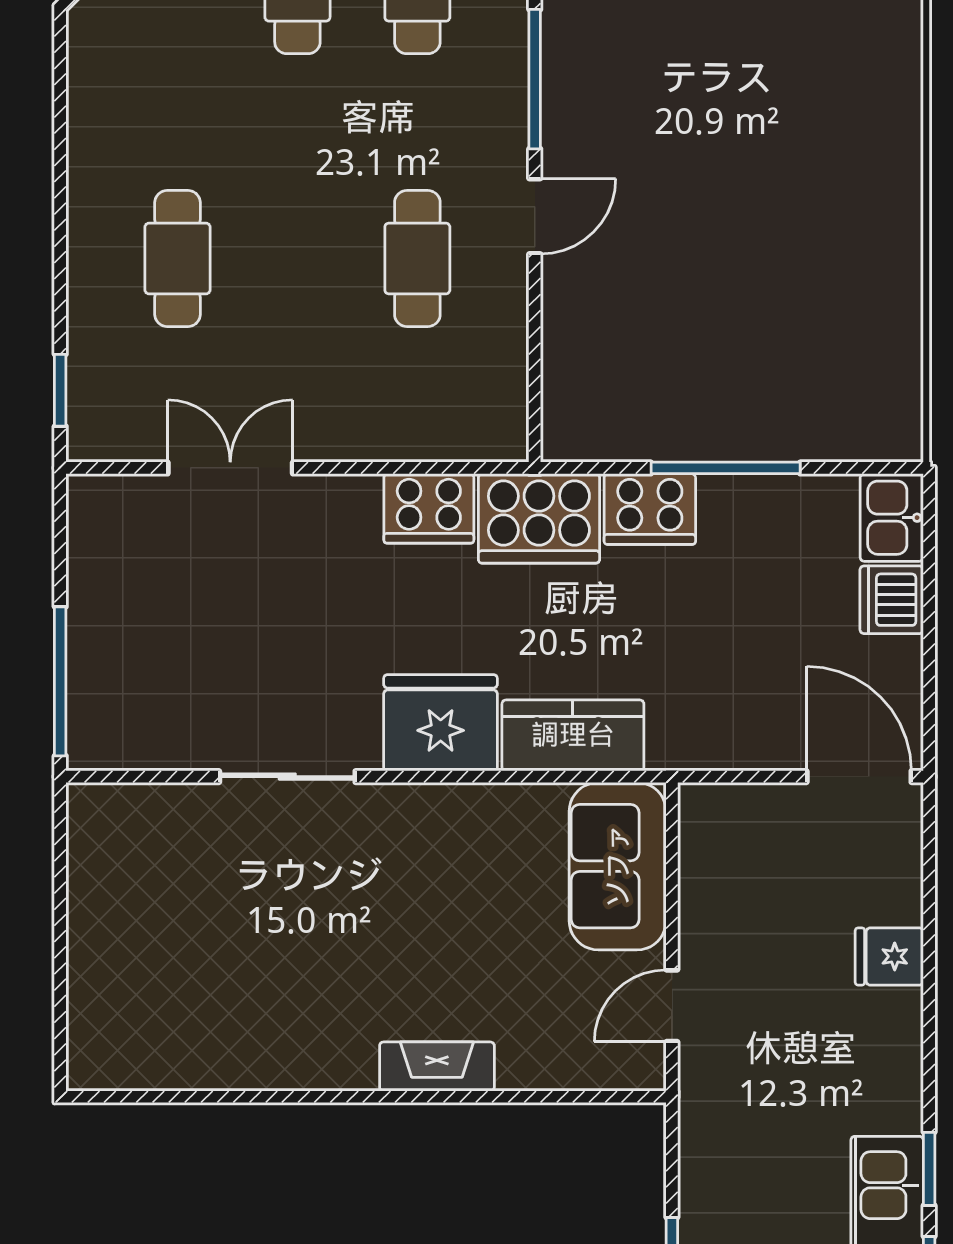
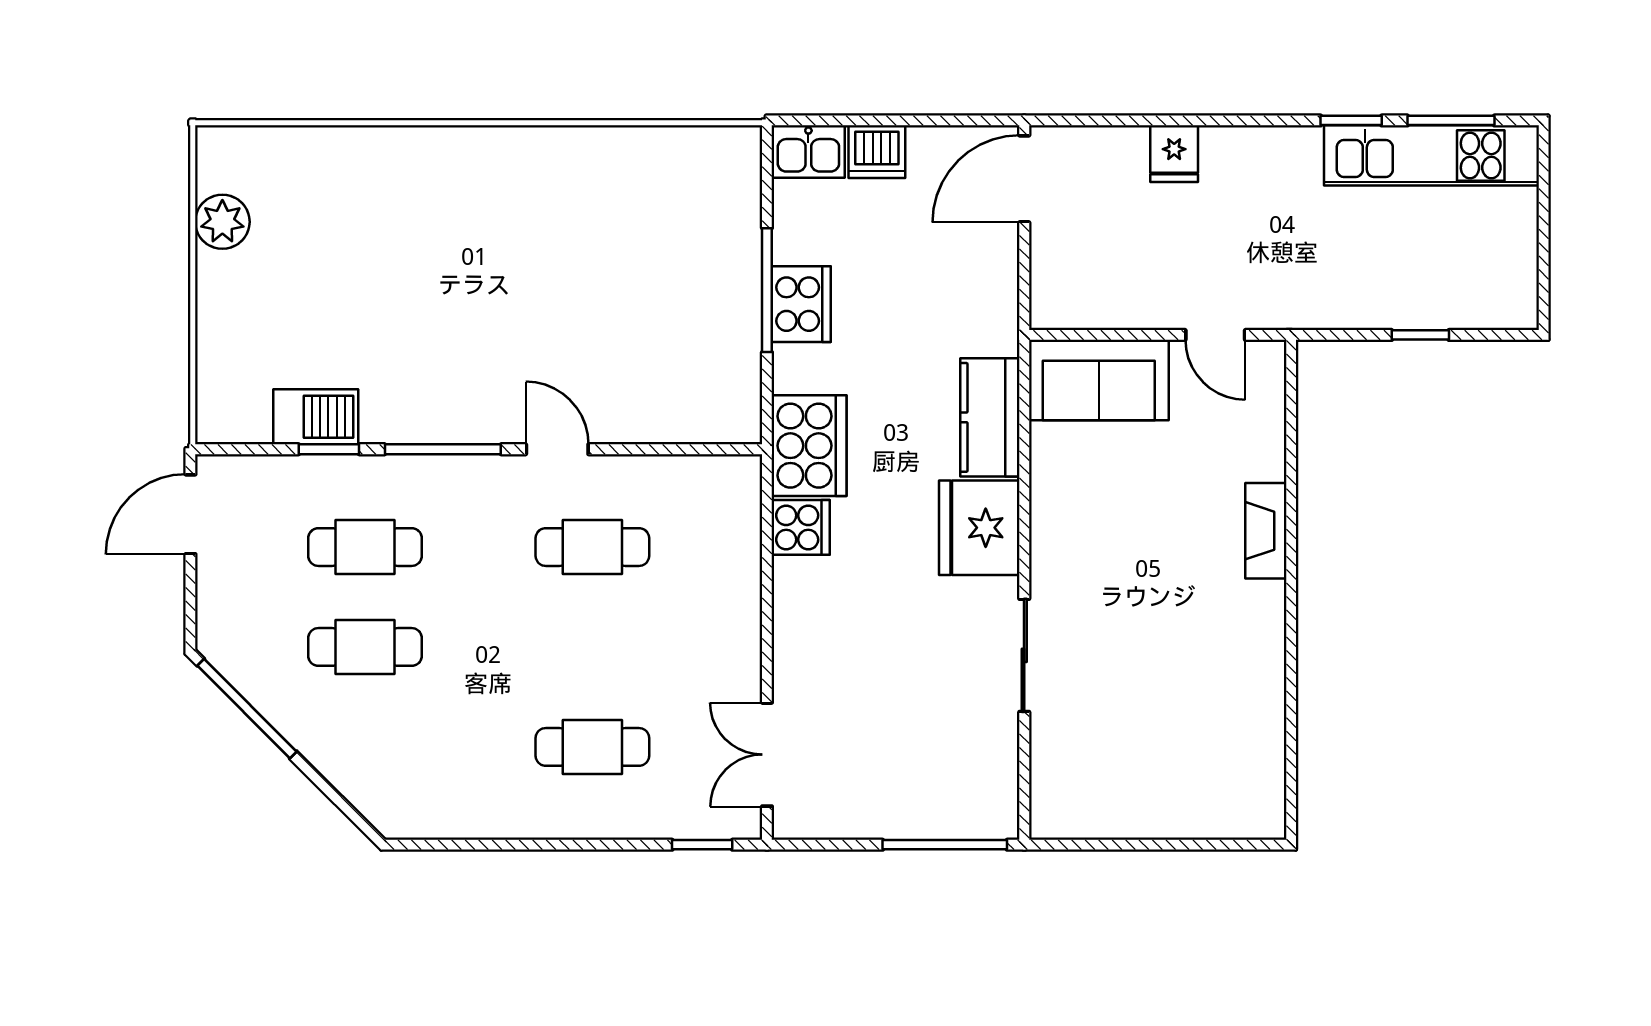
double door: (230, 468) -> (767, 755), moved
cooker: (429, 508) -> (801, 527), width x0.73
cooker: (650, 509) -> (801, 304), moved

